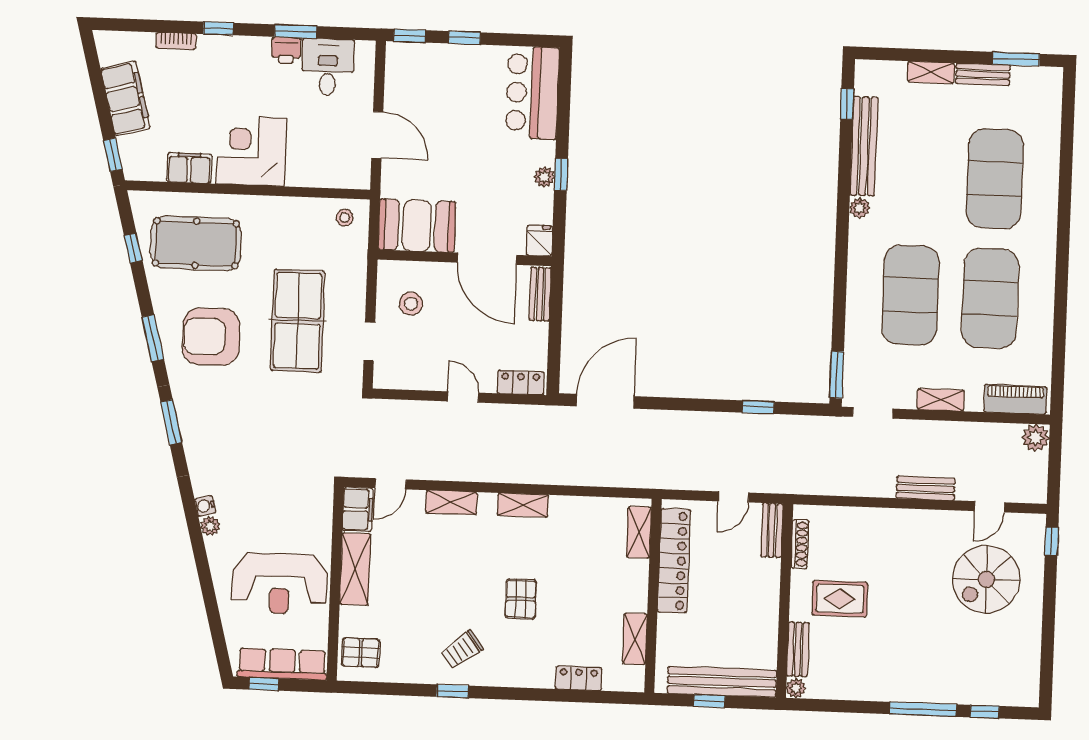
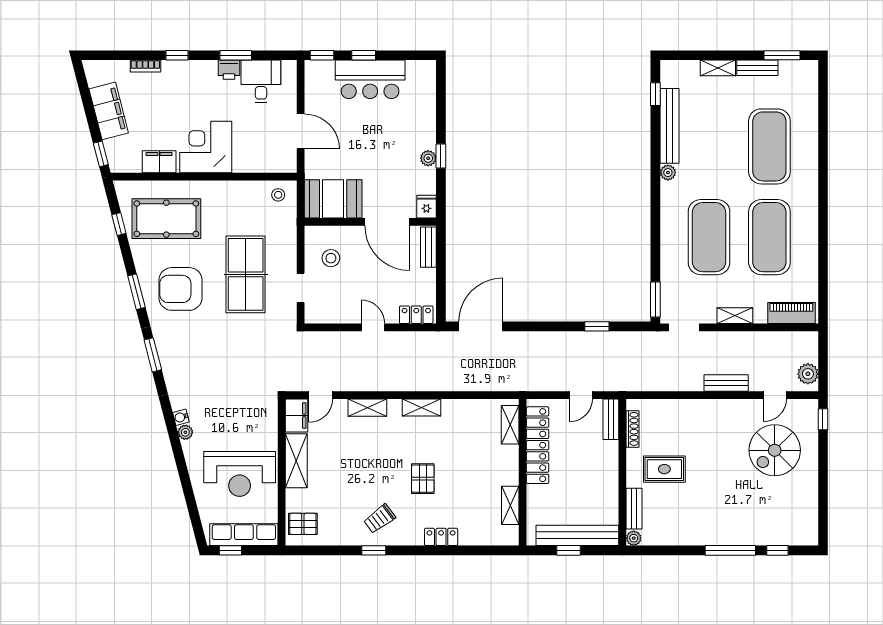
bar counter: (532, 93) -> (370, 79), moved, turned -90
plant: (1036, 438) -> (808, 374), moved
locker: (579, 678) -> (441, 537), moved

